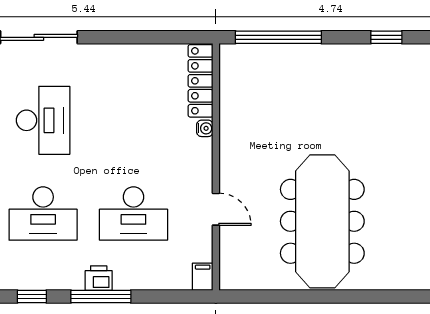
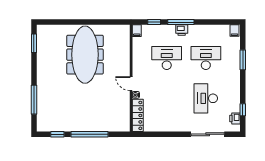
window: (278, 37) -> (90, 134), moved
door: (216, 209) -> (131, 84), moved
window: (32, 297) -> (154, 22), moved

